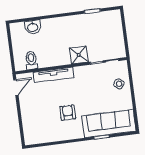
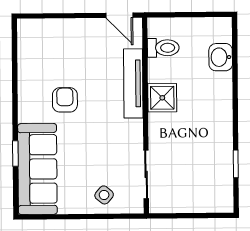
shower: (79, 55) -> (162, 98), moved
armchair: (68, 113) -> (65, 100), turned -90

